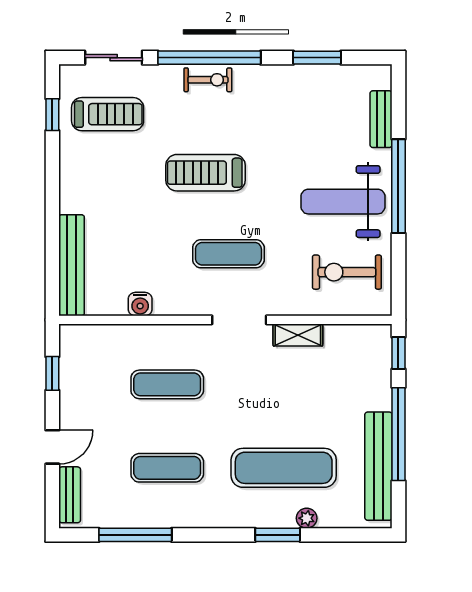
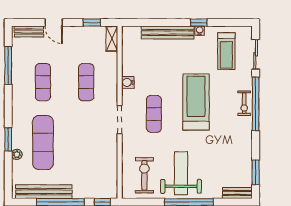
window: (317, 58) -> (256, 172), moved
window: (52, 115) -> (199, 23), moved
bench: (381, 119) -> (237, 193), moved
water cooler: (68, 166) -> (200, 31), added
treadmill: (205, 173) -> (196, 102), width x1.37, depth x1.38
bench: (72, 265) -> (168, 33), moved
water cooler: (140, 304) -> (128, 82), moved
shelving: (298, 335) -> (112, 39), moved

